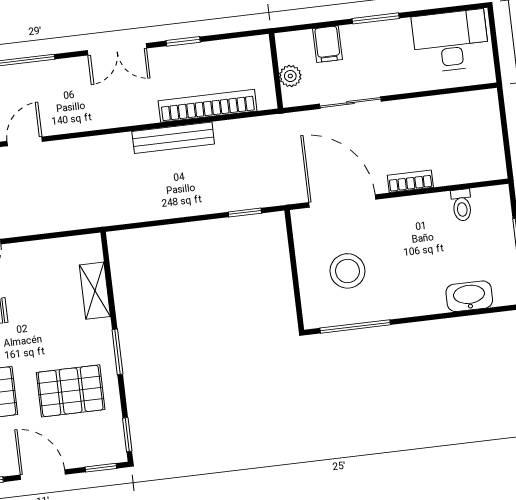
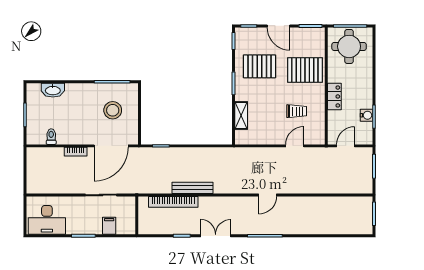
plant: (290, 76) -> (130, 212), removed
door: (342, 201) -> (111, 146), hinge flipped

